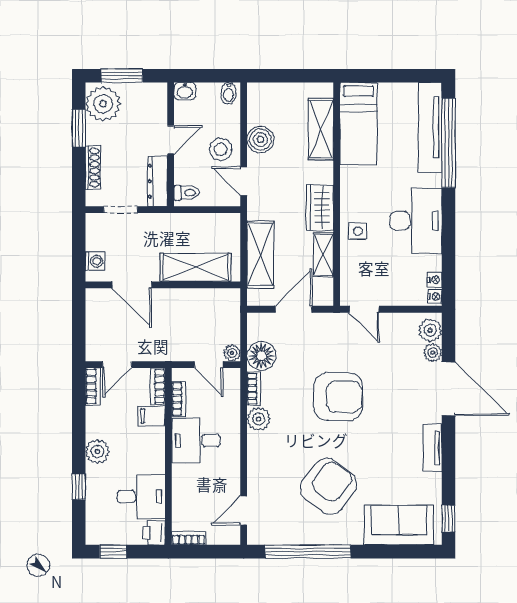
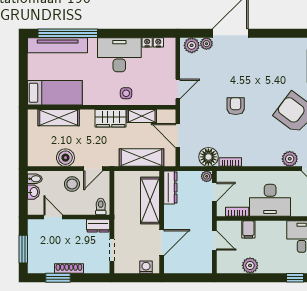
washbasin: (185, 91) -> (34, 192), moved
plant: (103, 104) -> (42, 262), removed
door: (171, 140) -> (53, 217), moved
shoe rack: (93, 167) -> (69, 268), moved
dresser: (157, 181) -> (98, 226), width x0.70
nightstand: (435, 297) -> (147, 42), moved
dresser: (215, 298) -> (170, 187), added
door: (117, 365) -> (214, 240), moved
bookcase: (93, 386) -> (229, 268), removed
bookcase: (158, 386) -> (229, 225), removed
armchair: (338, 397) -> (236, 106), width x0.53, depth x0.53
plant: (259, 419) -> (290, 159), moved
desk: (196, 441) -> (270, 200), width x1.37
tv unit: (433, 448) -> (270, 44), removed
plant: (97, 451) -> (250, 265), moved

